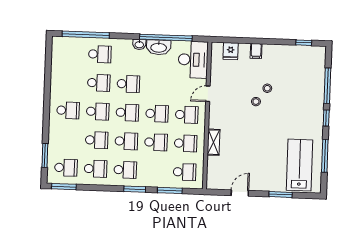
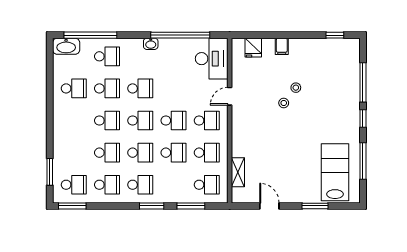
washbasin: (159, 47) -> (66, 46), moved
school desk: (68, 110) -> (74, 88), moved
shelving: (214, 142) -> (238, 172), moved
door: (240, 193) -> (269, 206), hinge flipped

